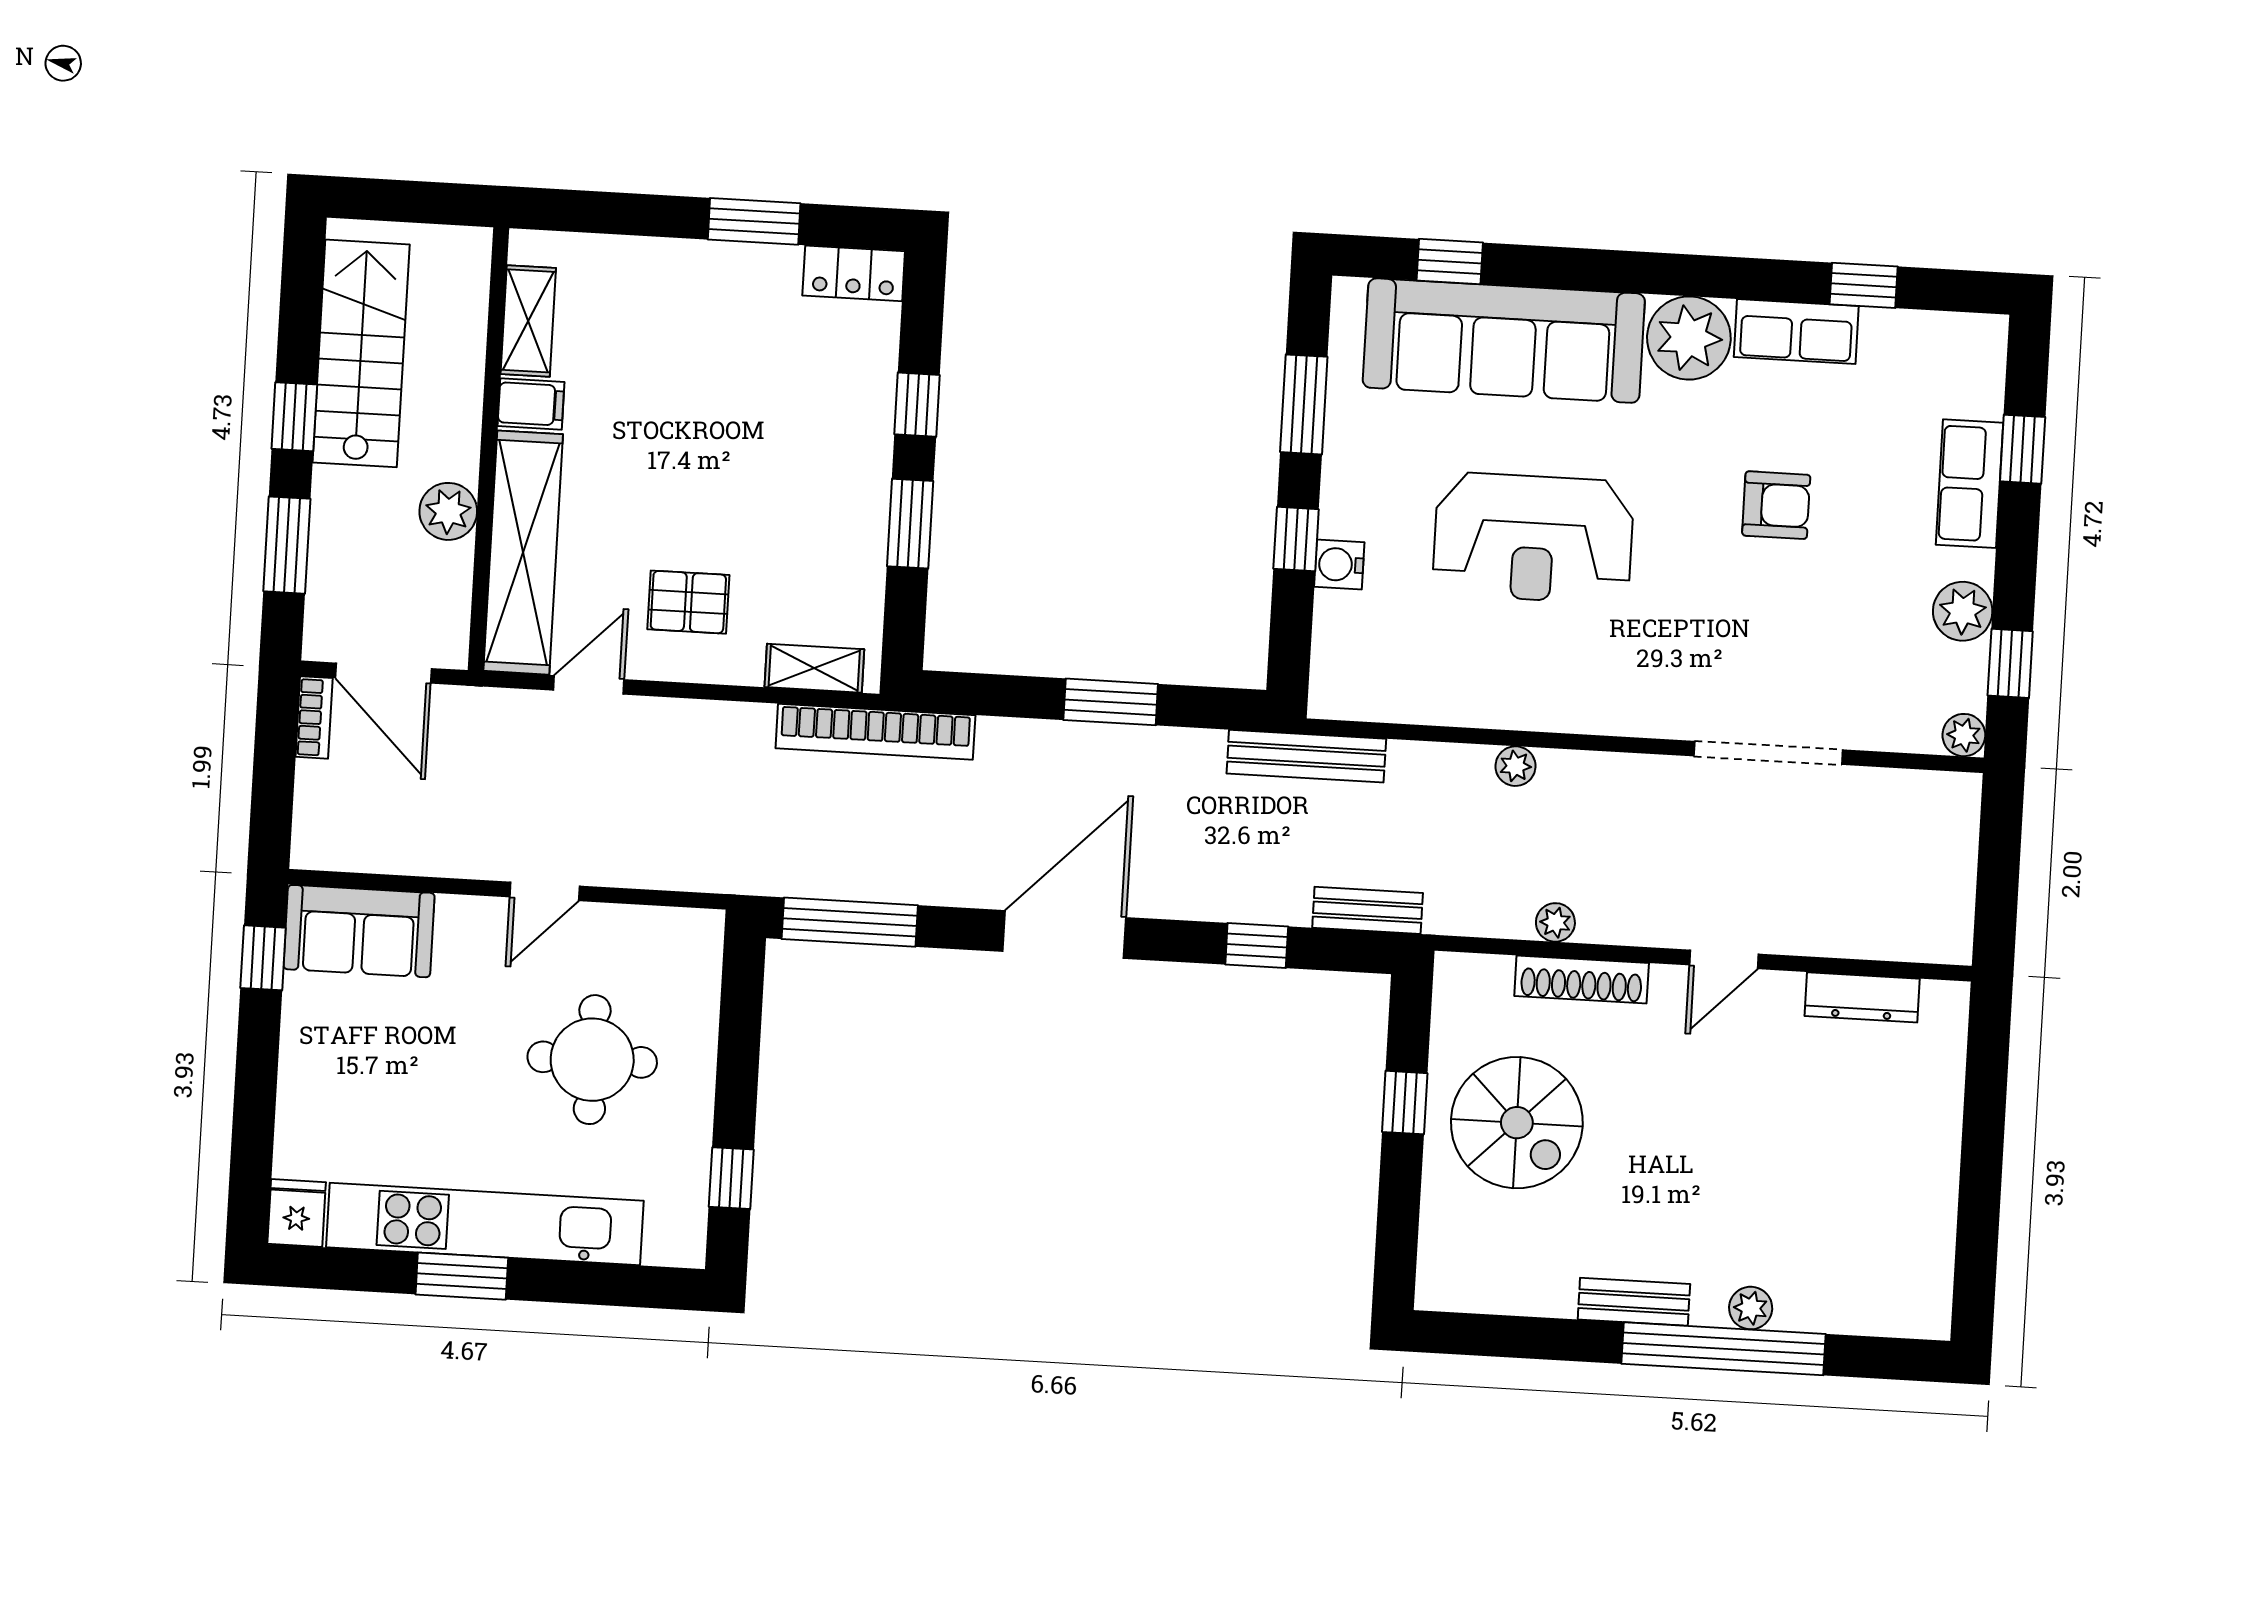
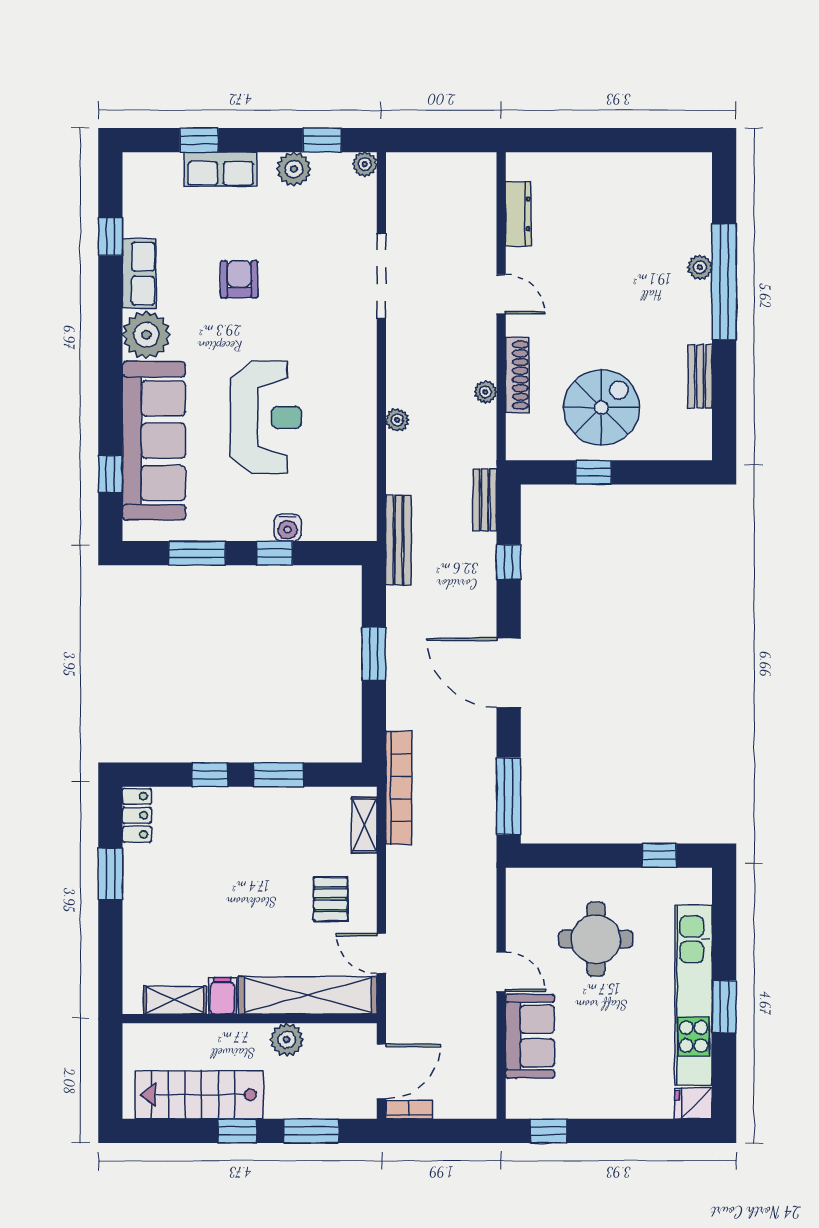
sofa: (359, 931) -> (530, 1036), moved
bench: (1634, 1302) -> (700, 376), moved

